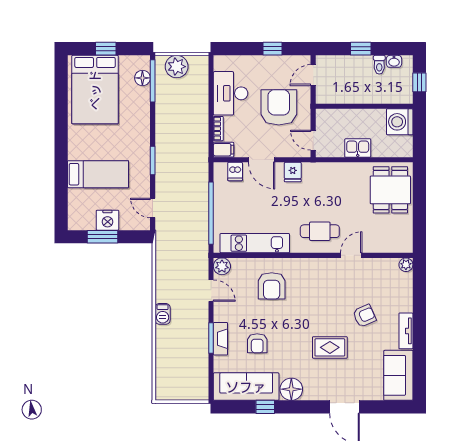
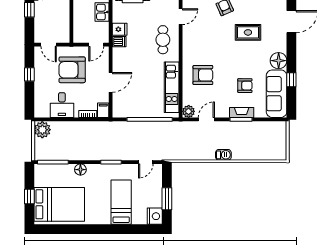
plant: (177, 67) -> (42, 130), moved
floor lamp: (142, 78) -> (80, 170), moved
desk: (231, 93) -> (62, 105), width x0.73
dishwasher: (235, 171) -> (119, 42), moved
fridge: (293, 172) -> (120, 29), moved
nightstand: (107, 220) -> (155, 216), moved
door: (351, 255) -> (181, 17), swing flipped
rug: (330, 347) -> (248, 32), turned 90

